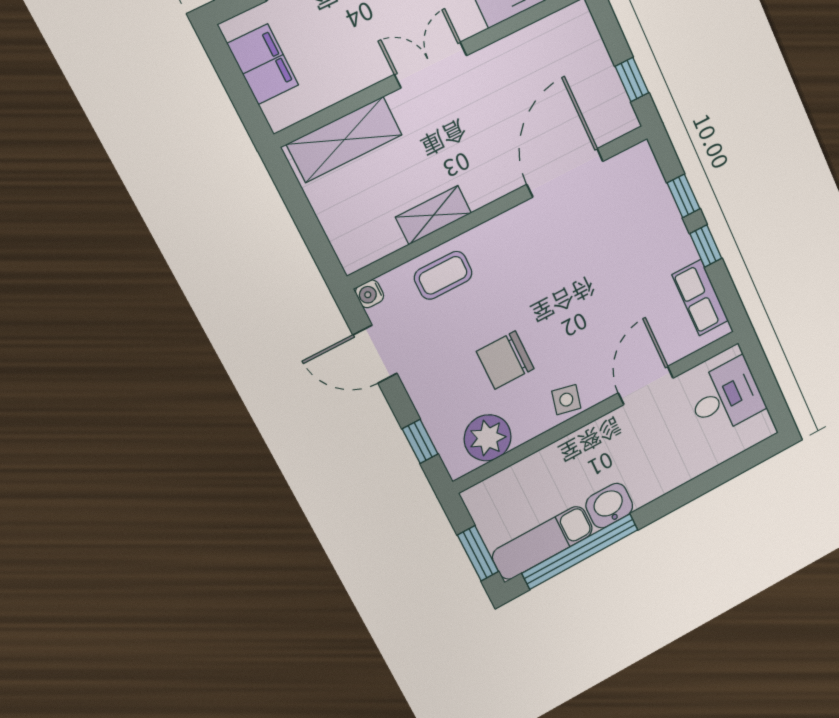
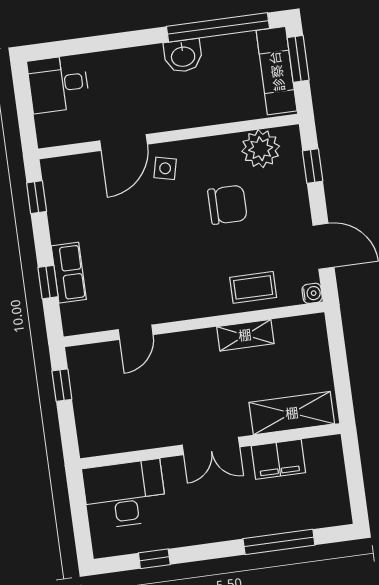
filing cabinet: (263, 64) -> (278, 459), moved, turned -90
door: (565, 173) -> (136, 332), width x0.53
window: (706, 246) -> (37, 197), moved
row of seats: (700, 298) -> (69, 273), moved
desk: (726, 397) -> (58, 84), moved
side table: (566, 400) -> (165, 168), moved
exam couch: (542, 543) -> (277, 71), moved, turned 90

